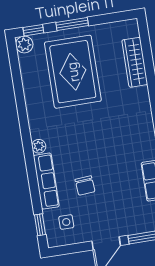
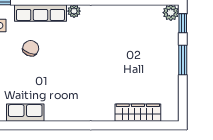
rug: (73, 72) -> (138, 54), removed
chair: (85, 185) -> (31, 48), turned 116

